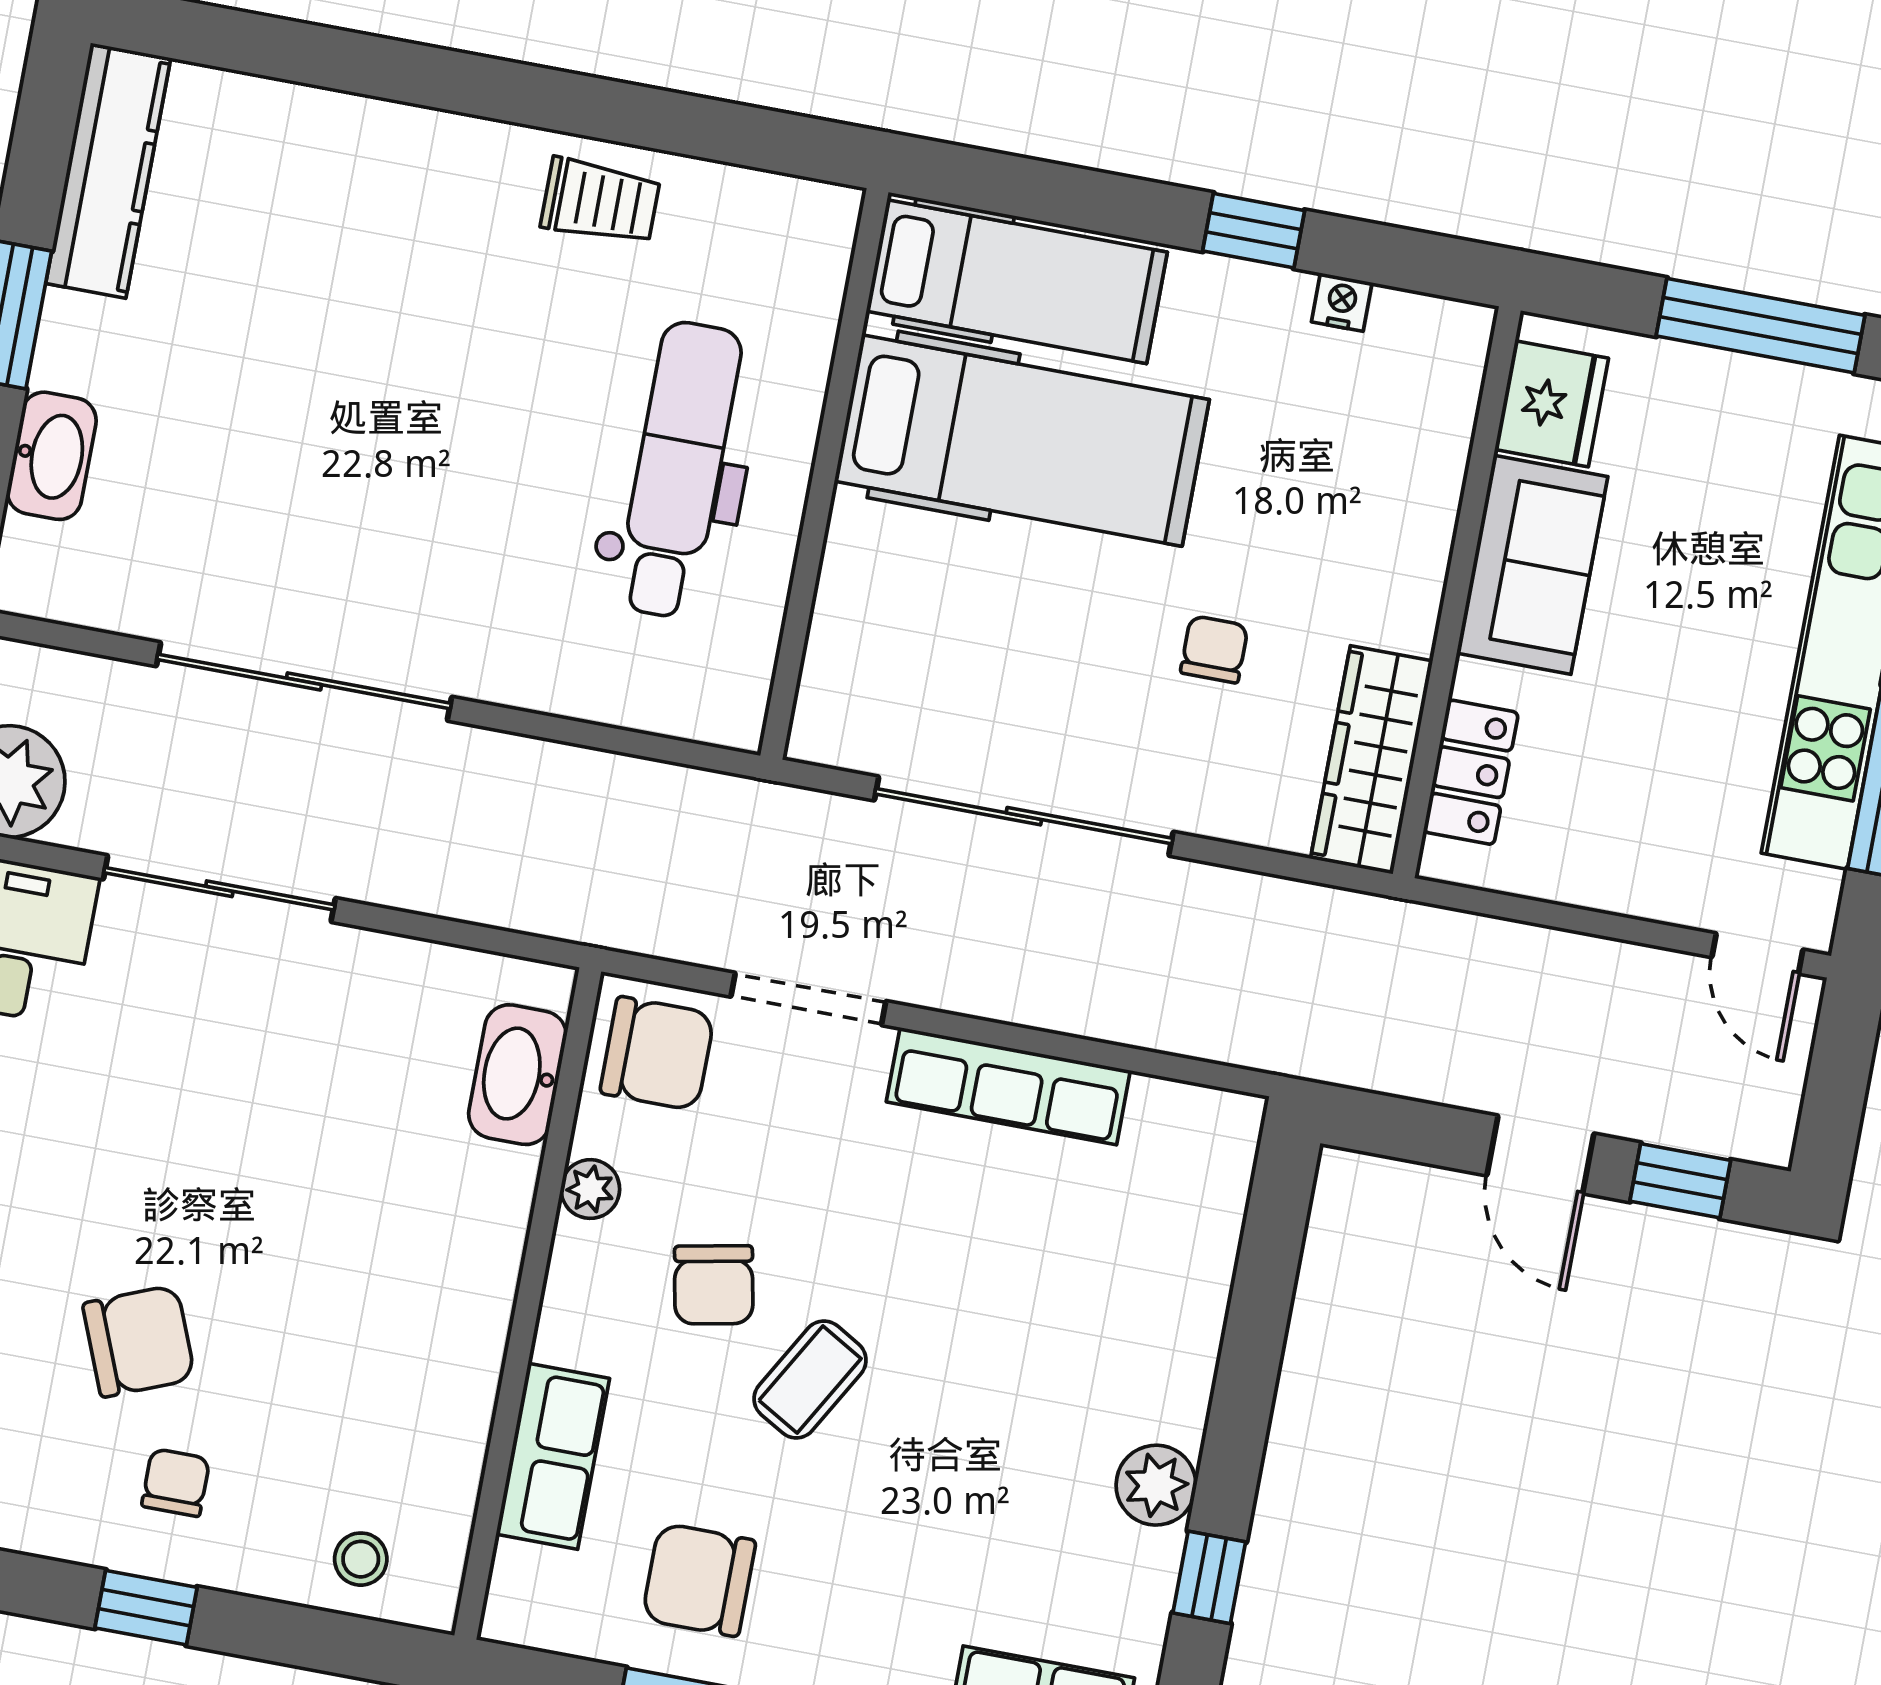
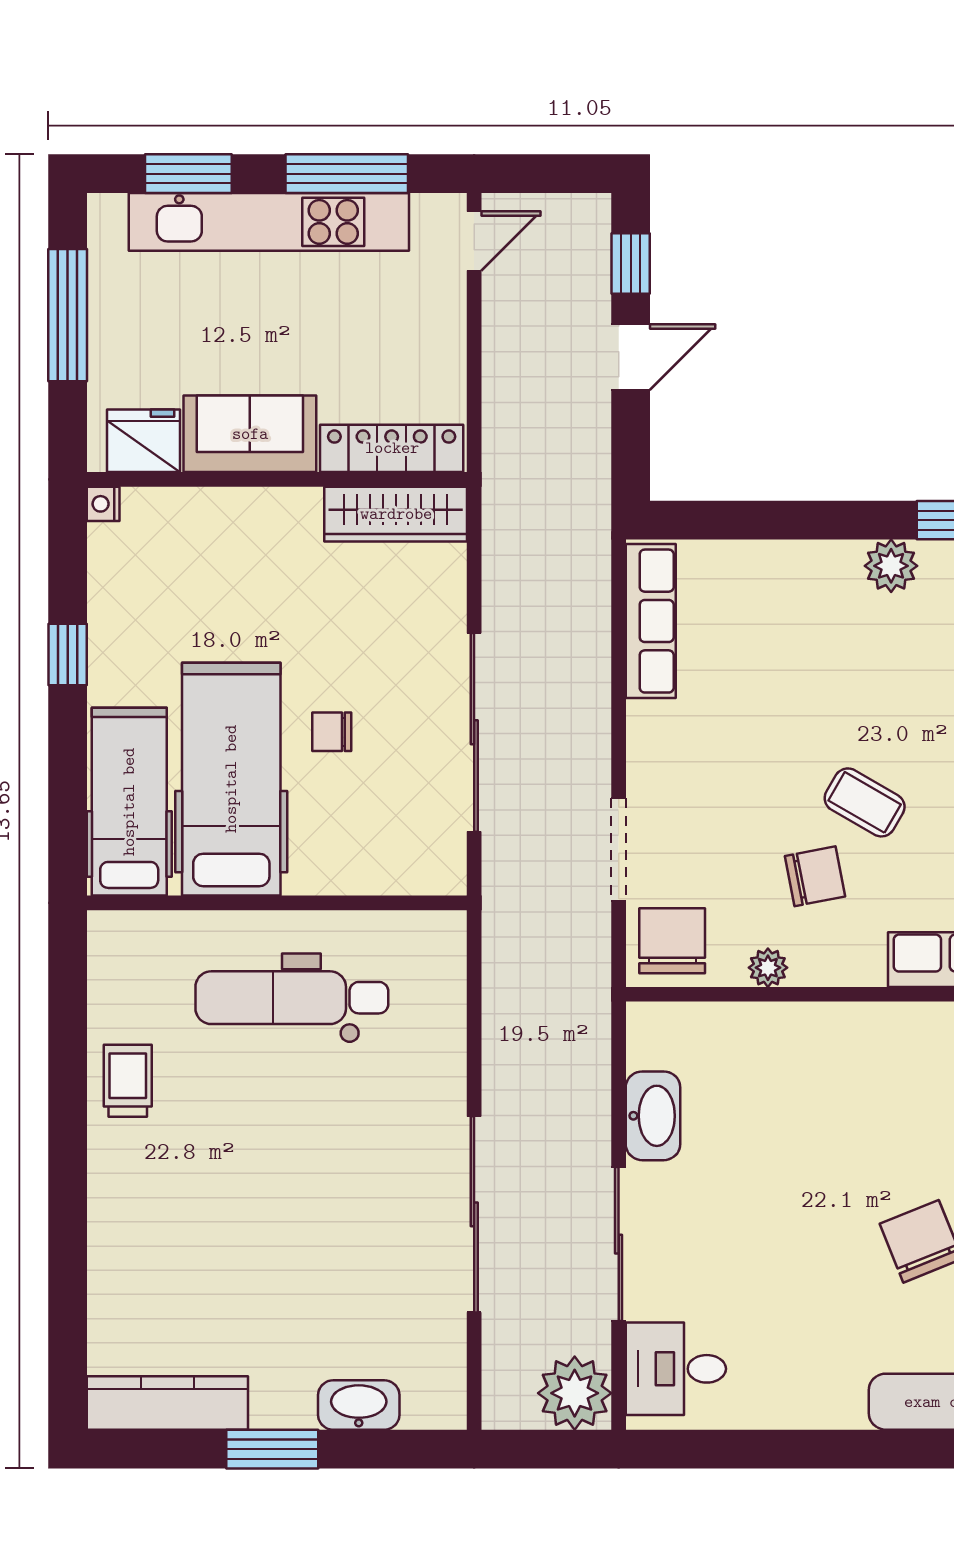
nightstand: (1342, 302) -> (103, 504), moved
chair: (1214, 649) -> (332, 732), moved
locker: (1471, 772) -> (392, 448), width x1.53
washbasin: (518, 1075) -> (653, 1116), moved, turned -90
row of seats: (1008, 1086) -> (651, 621), moved

